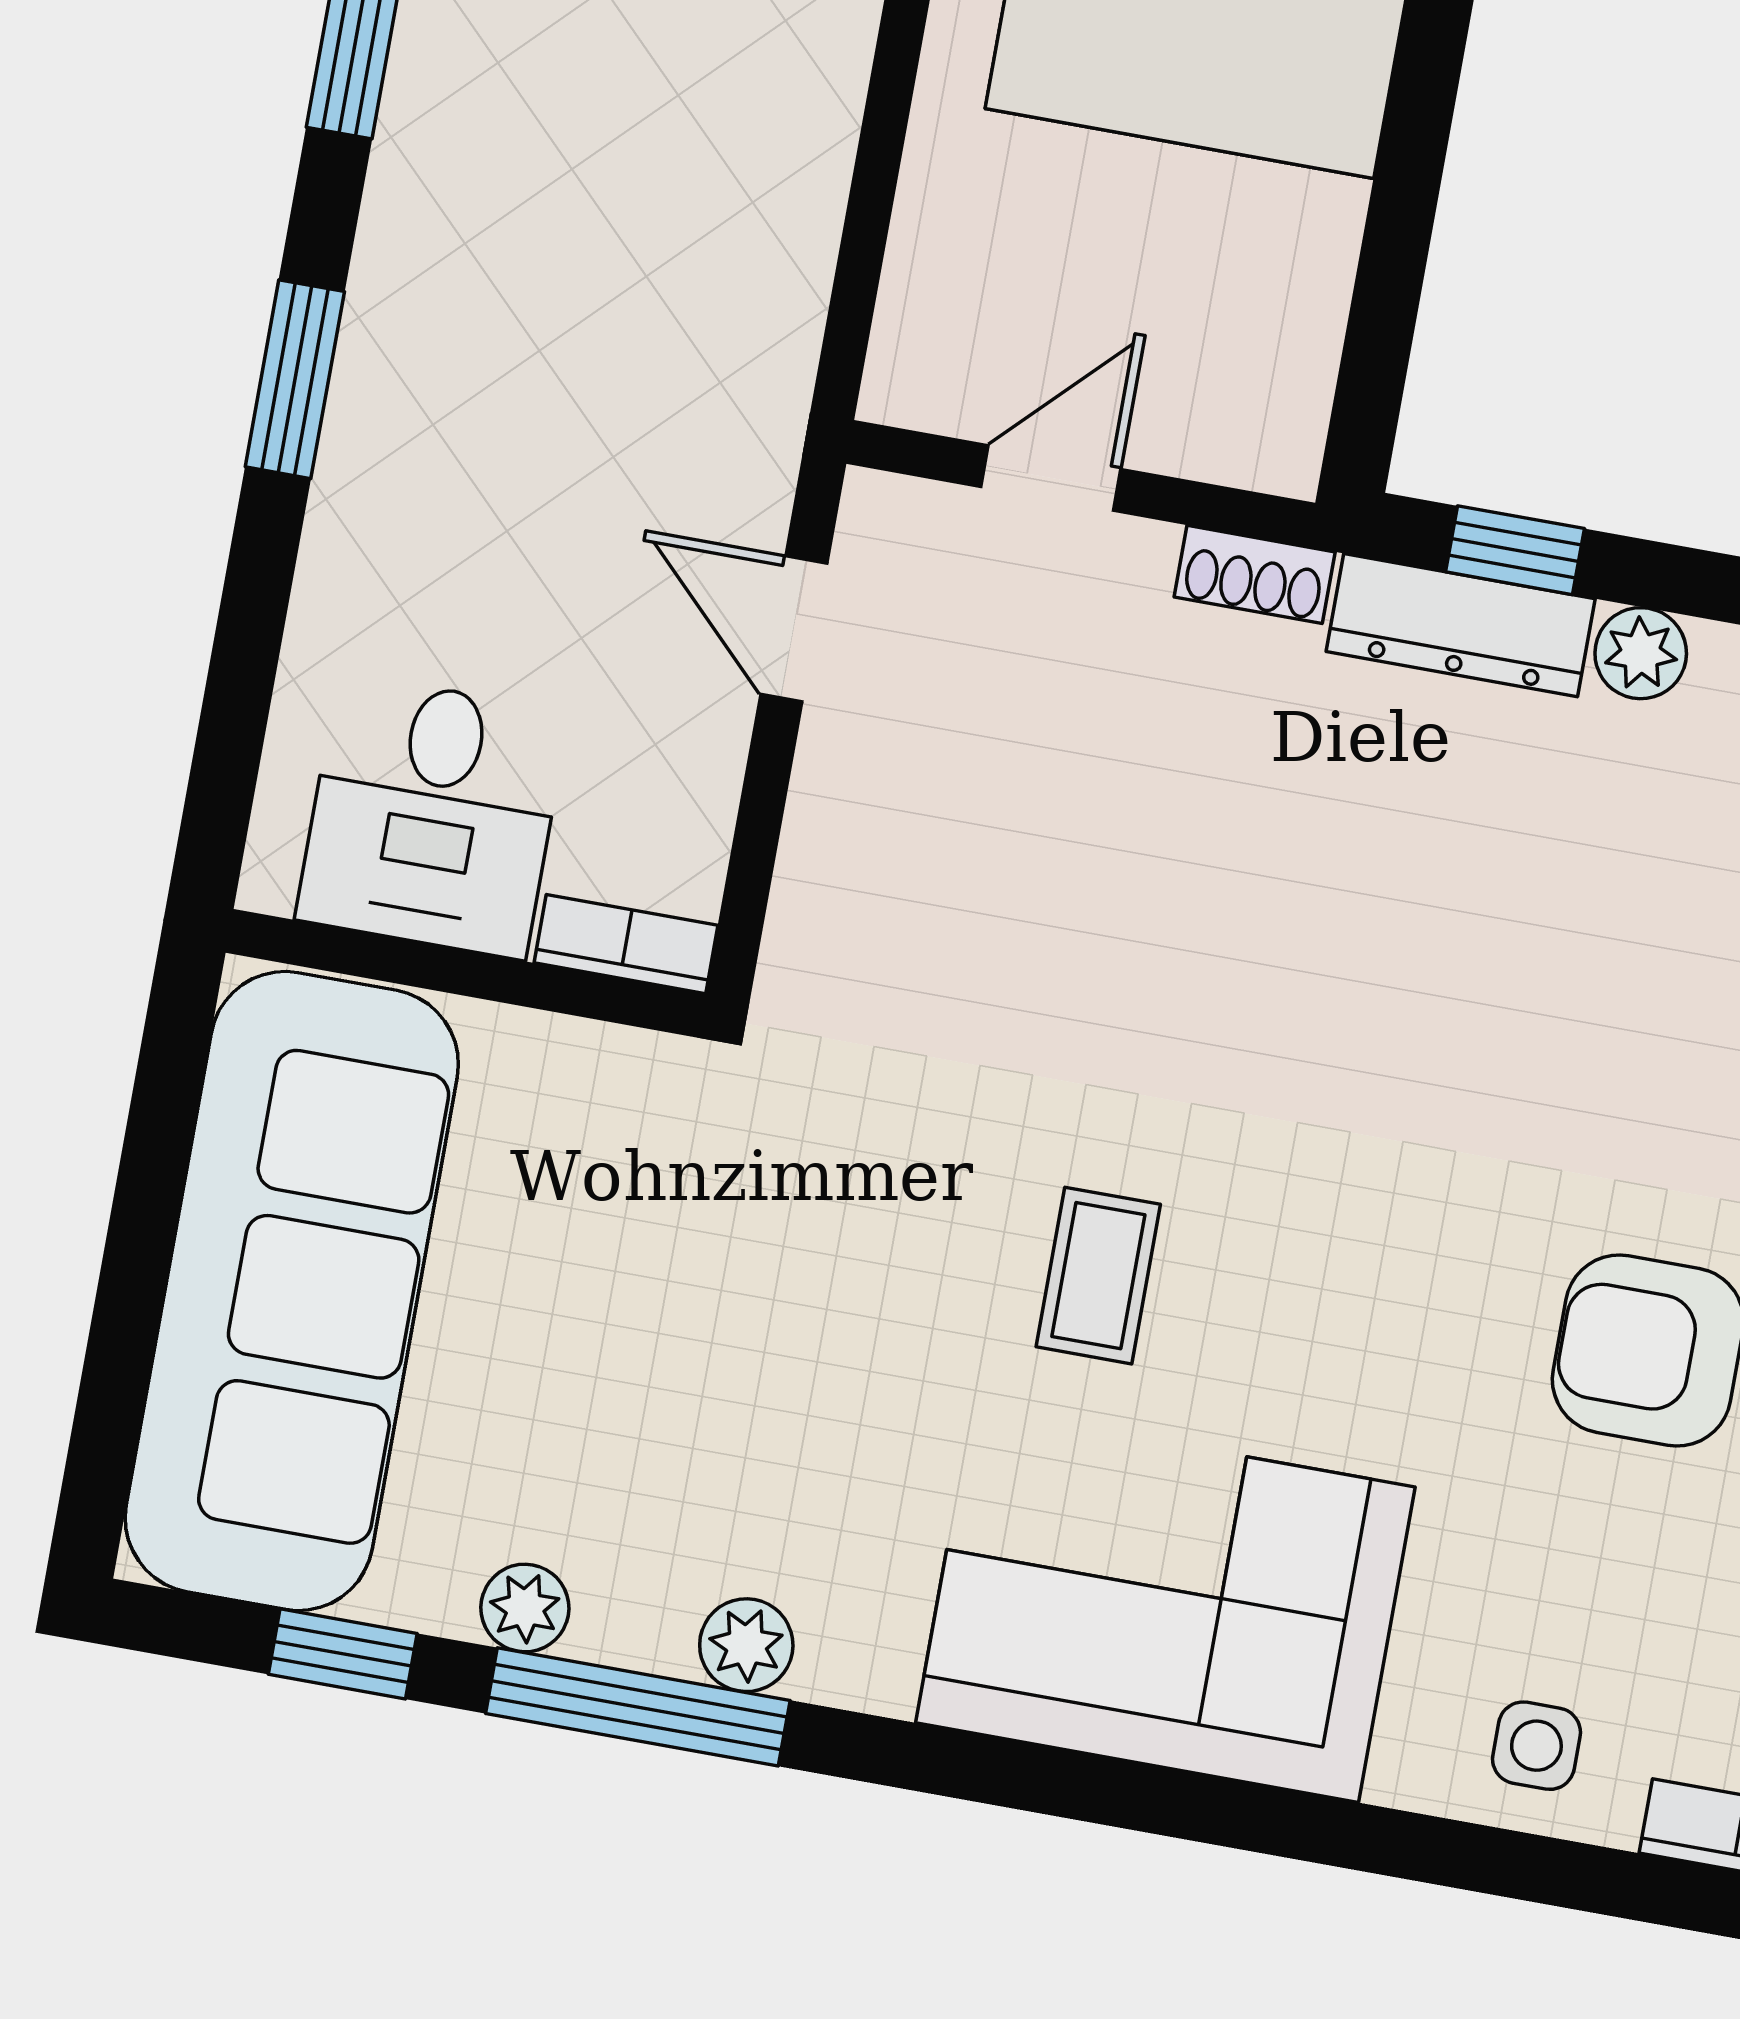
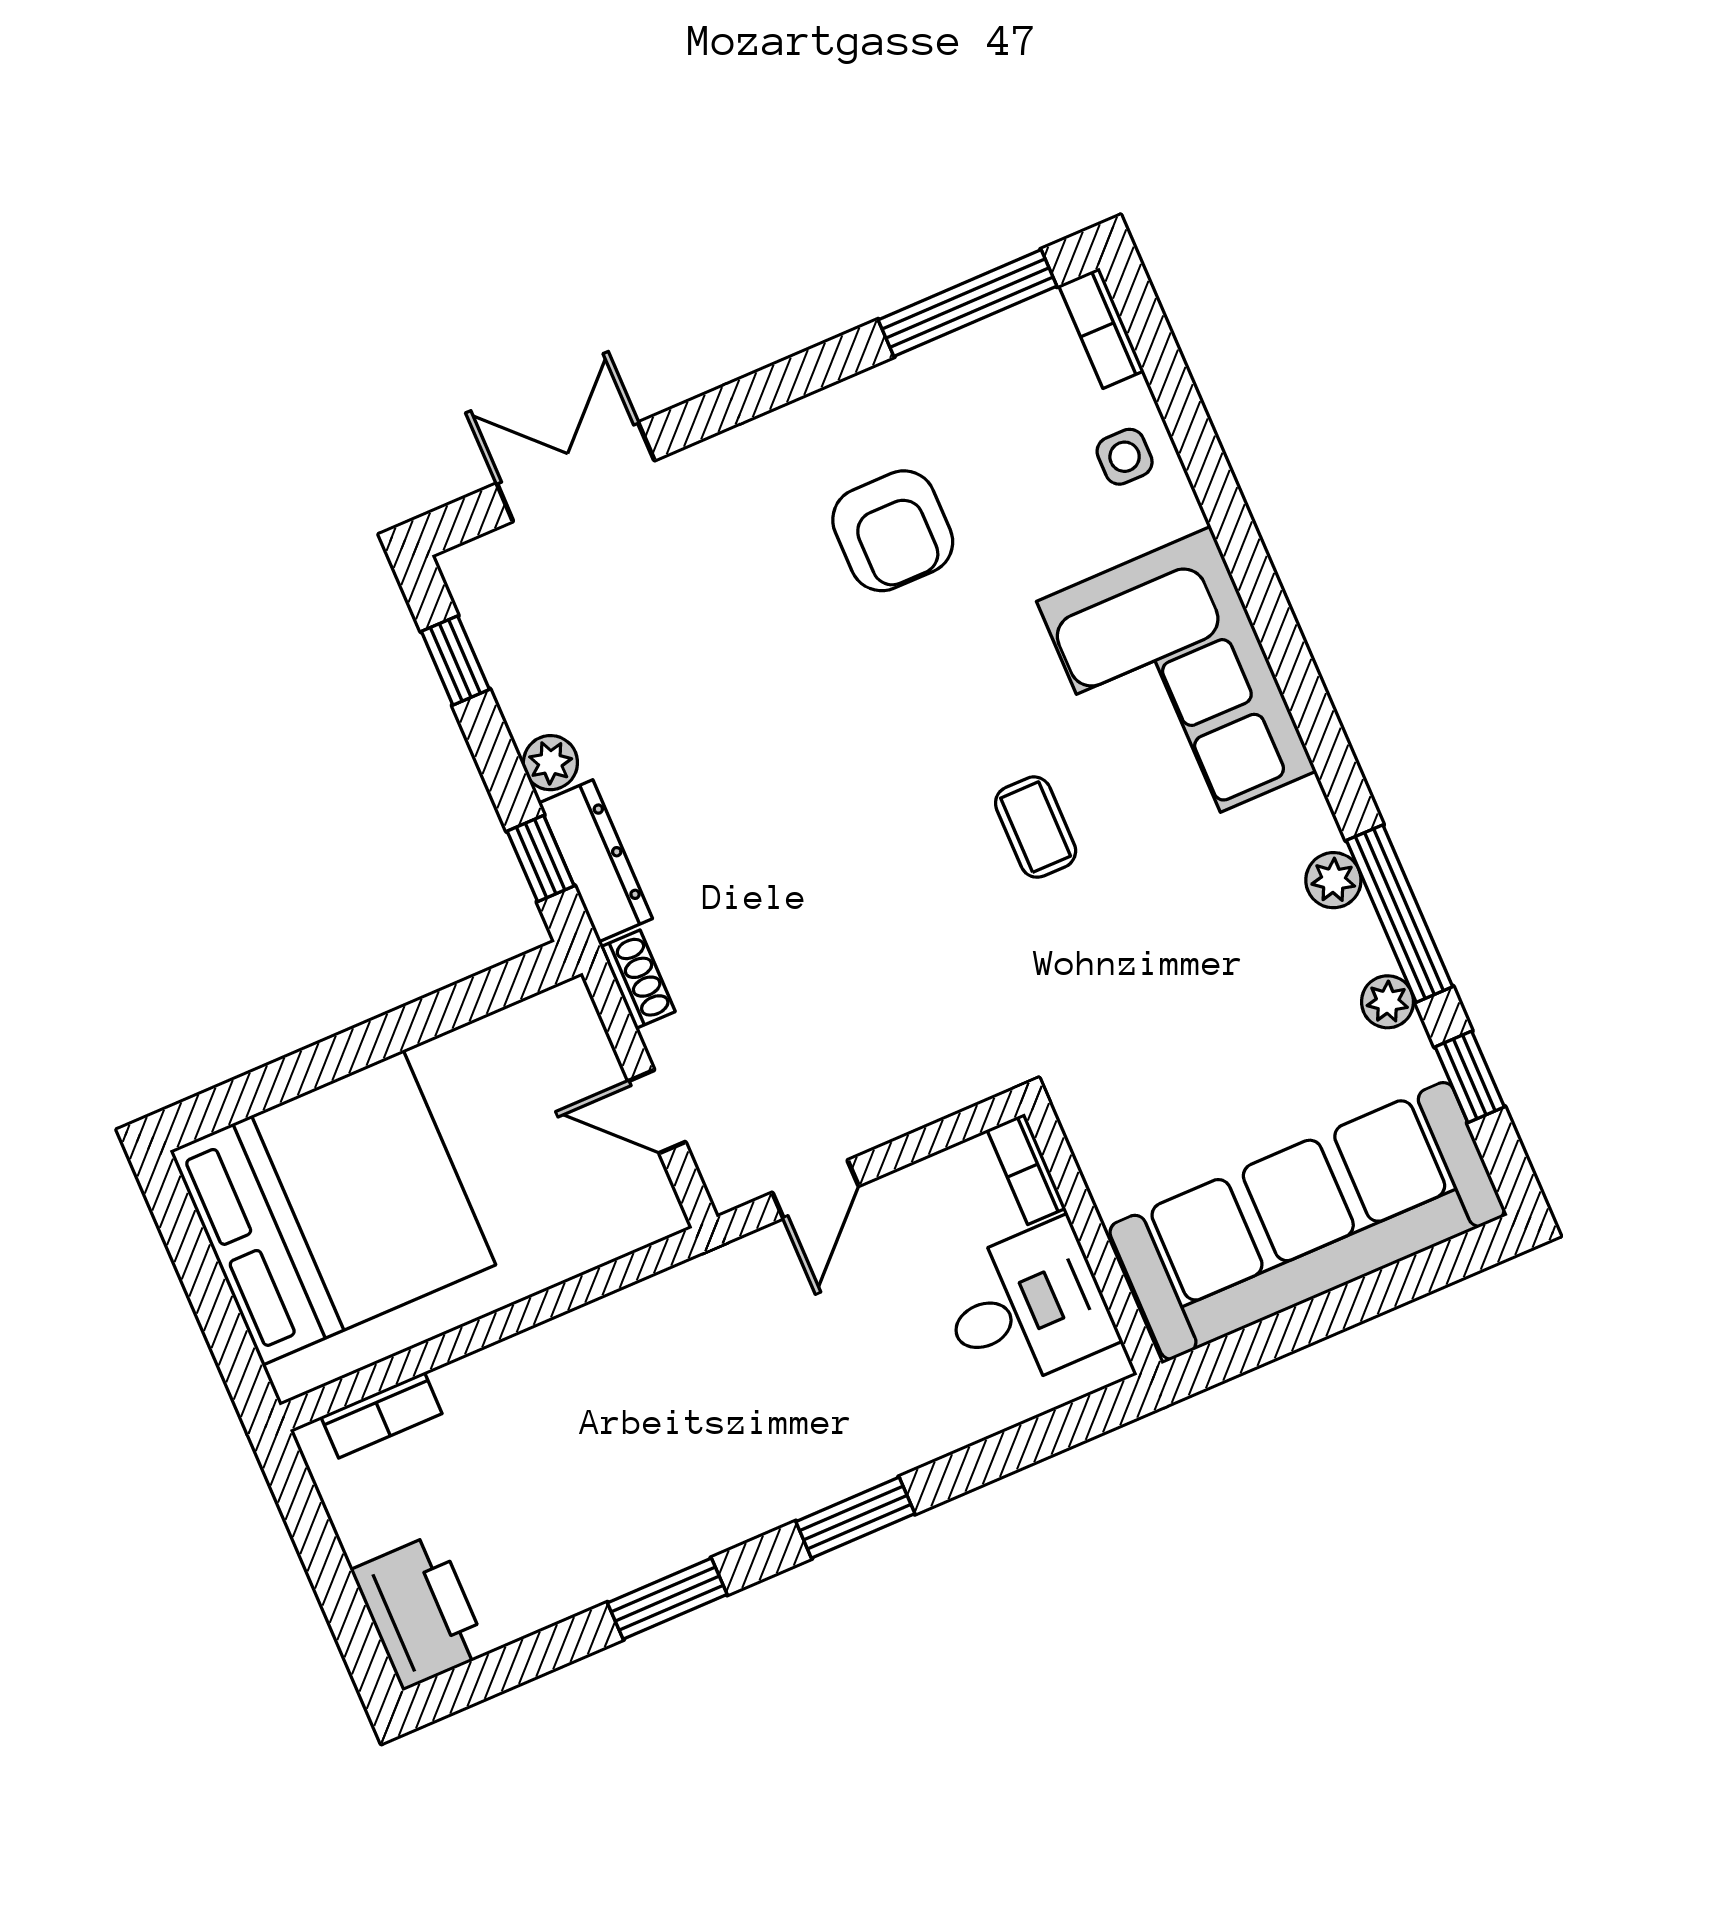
coffee table: (1098, 1276) -> (1036, 827), turned 90

